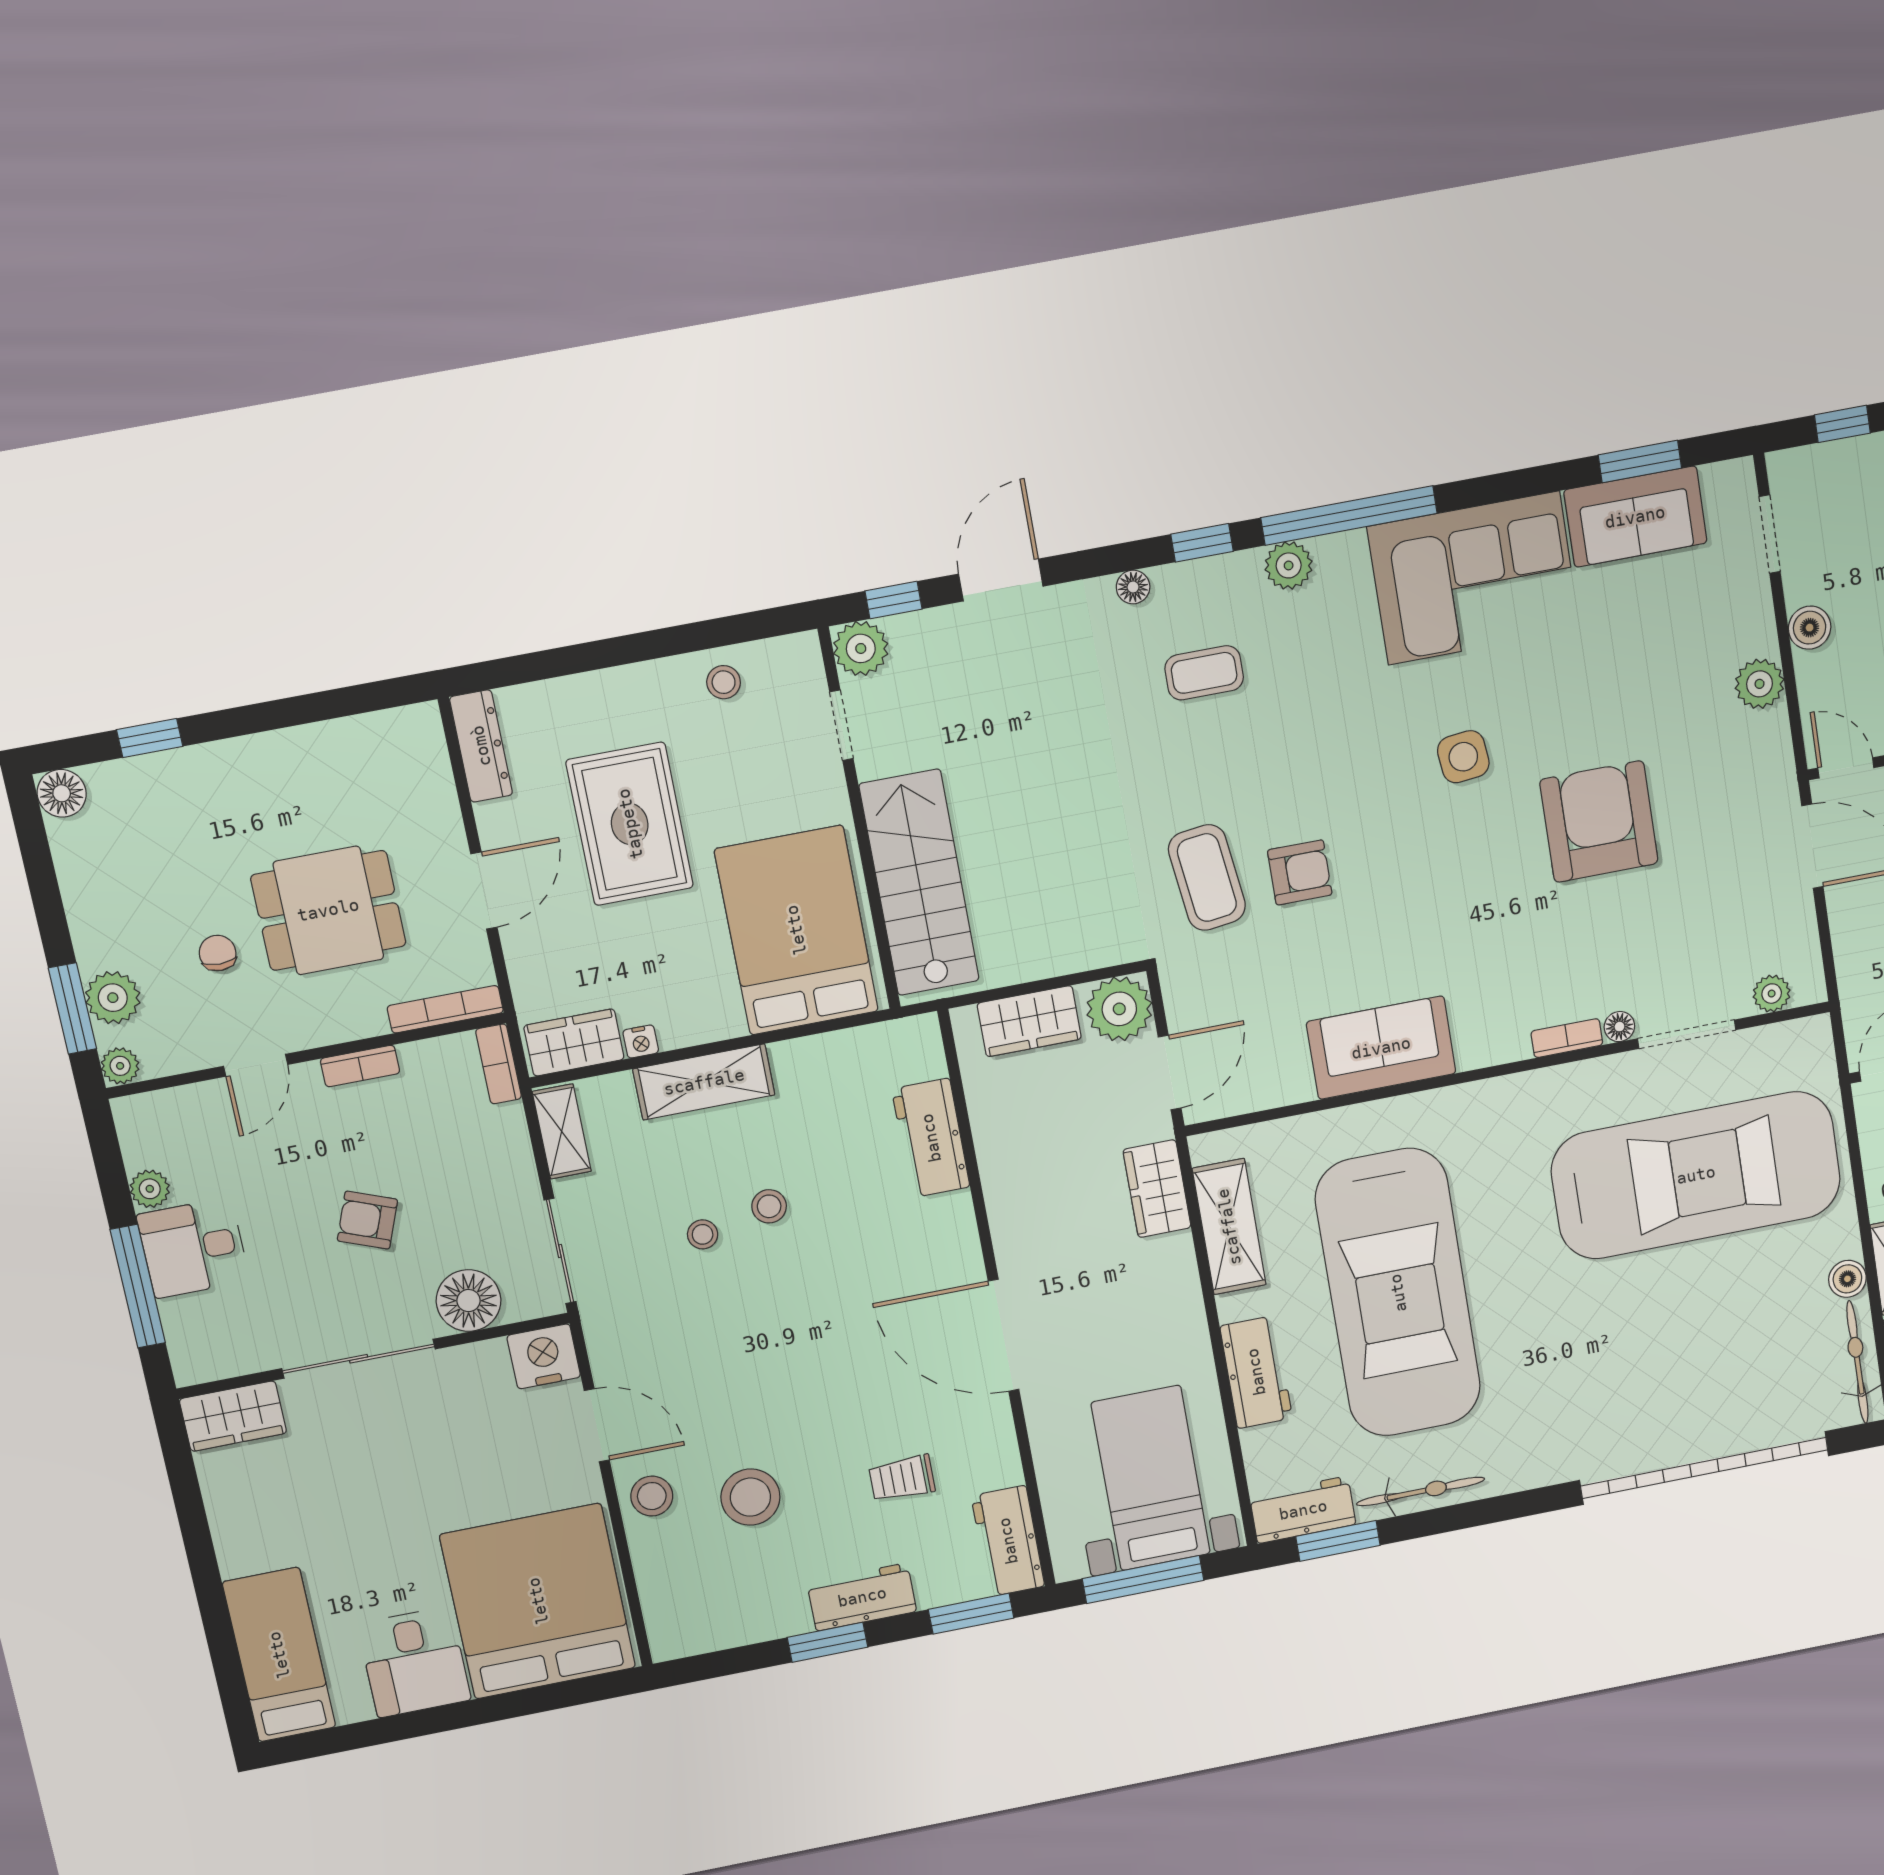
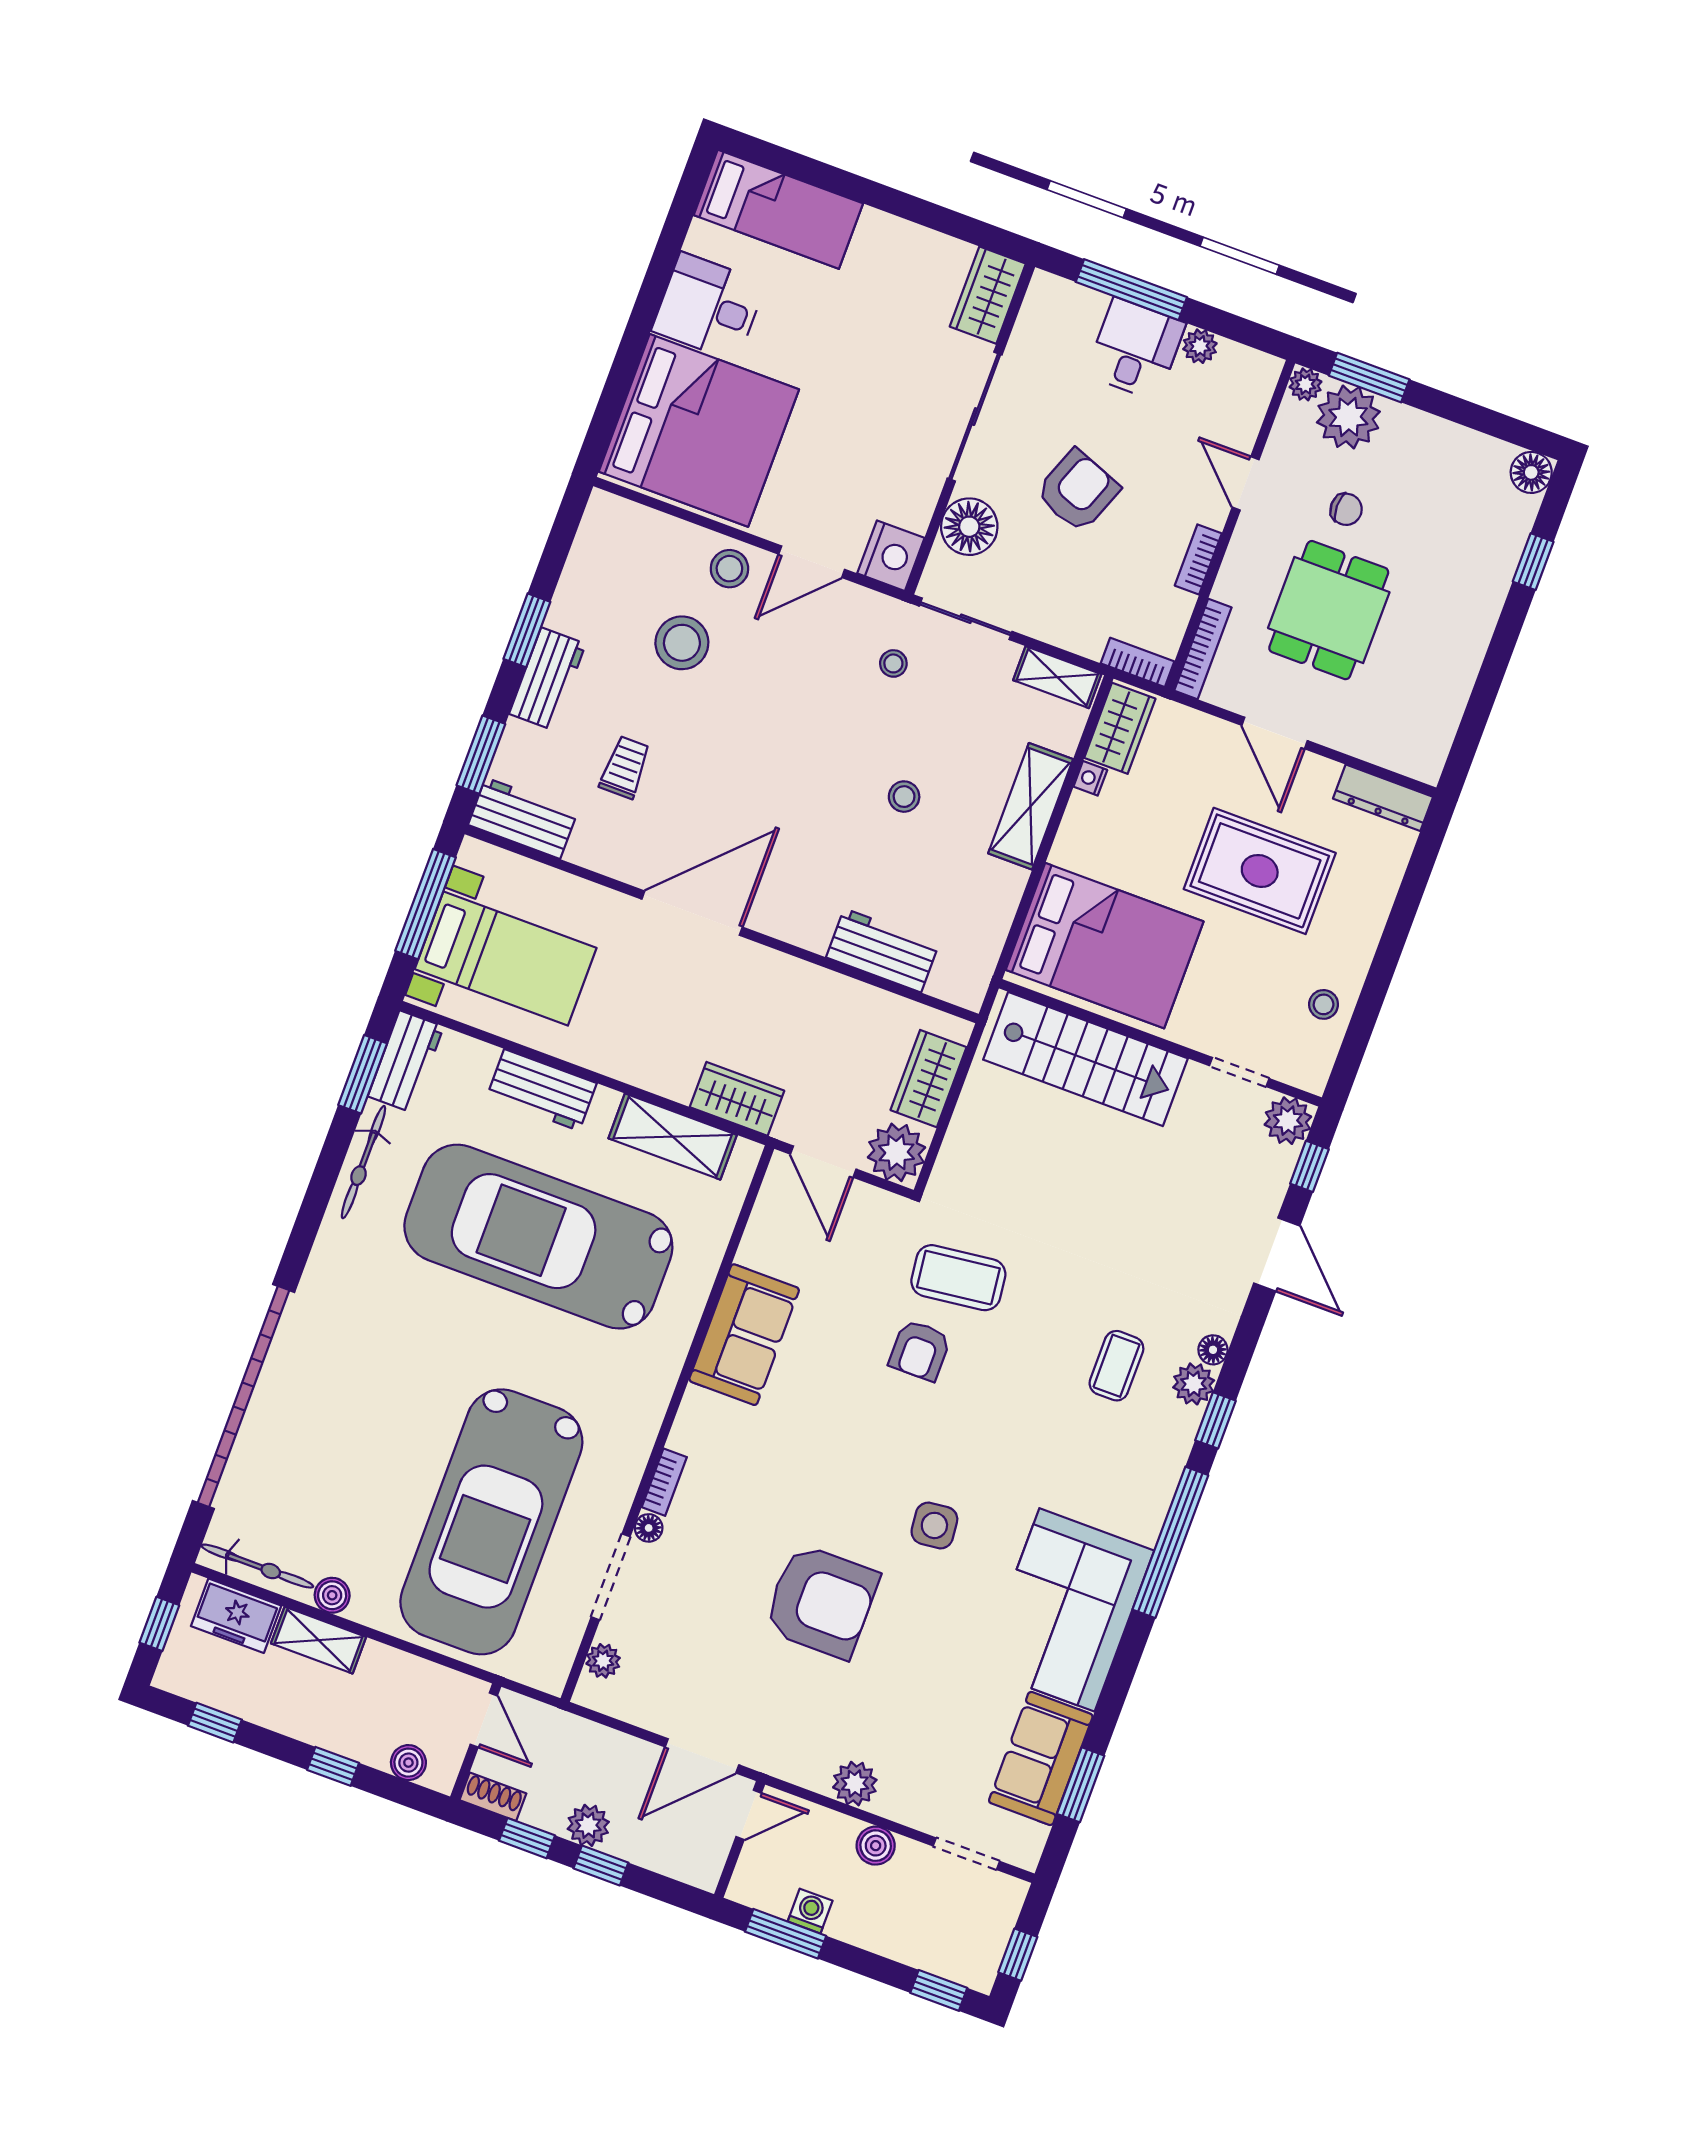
plant: (1289, 565) -> (1194, 1384), moved
plant: (113, 998) -> (1348, 417), width x1.36, depth x1.36
armchair: (367, 1220) -> (1078, 491), width x1.38, depth x1.38
stool: (703, 1234) -> (893, 663), moved

